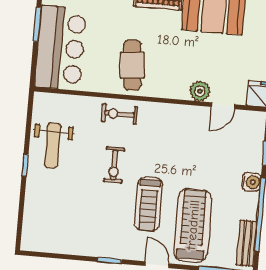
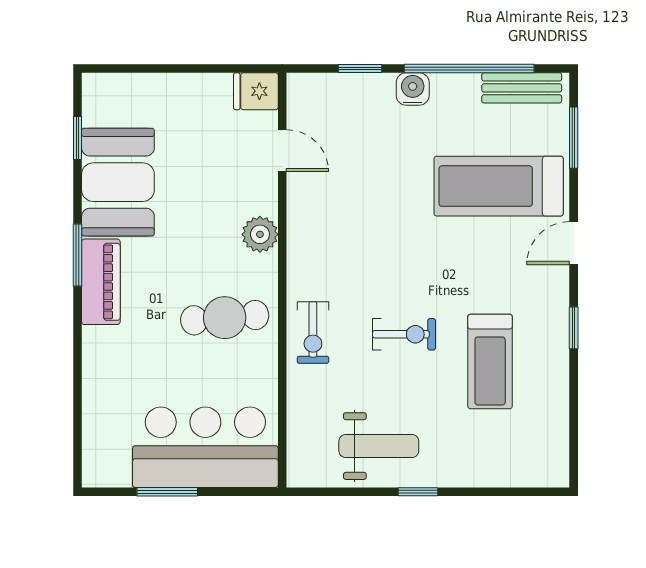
plant: (200, 91) -> (260, 234), moved
treadmill: (148, 204) -> (490, 361), moved, turned 90

